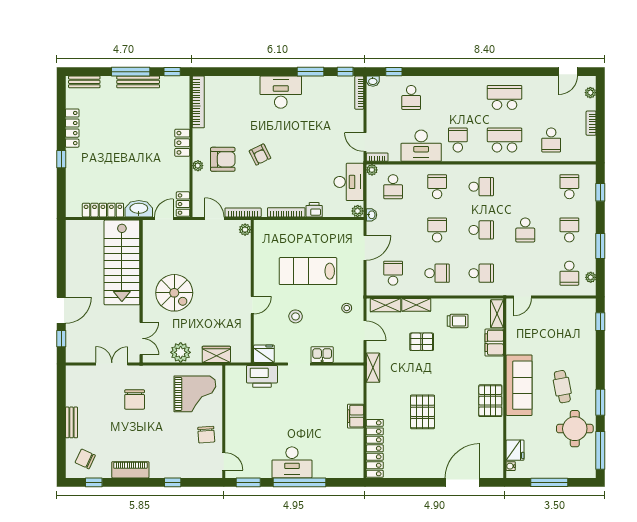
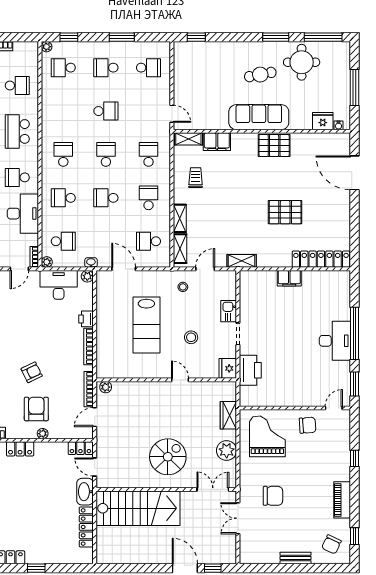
plant: (591, 277) -> (47, 47), moved
pallet: (422, 342) -> (216, 213), removed

